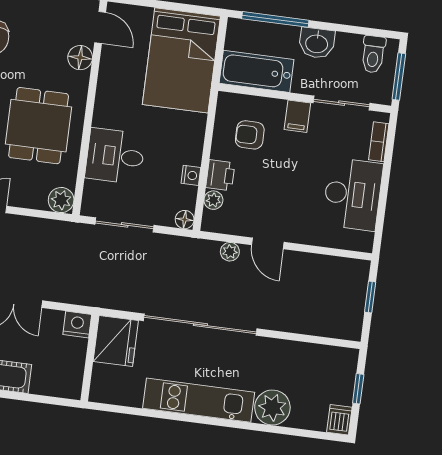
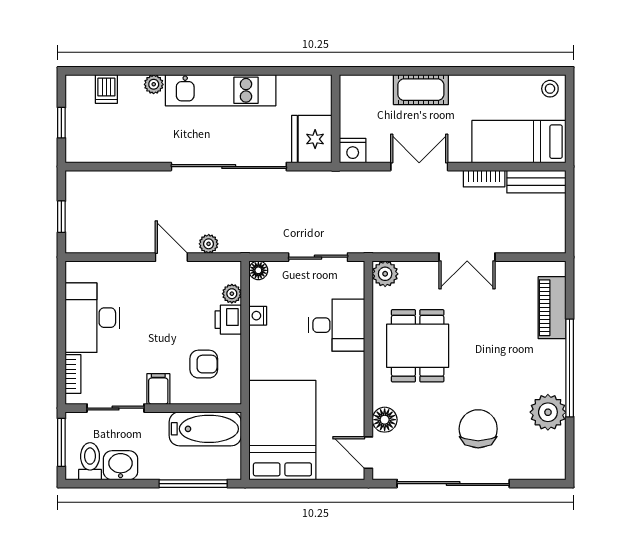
washbasin: (317, 43) -> (121, 465), moved
plant: (272, 407) -> (154, 84), width x0.53, depth x0.53
dishwasher: (339, 420) -> (106, 89), moved

